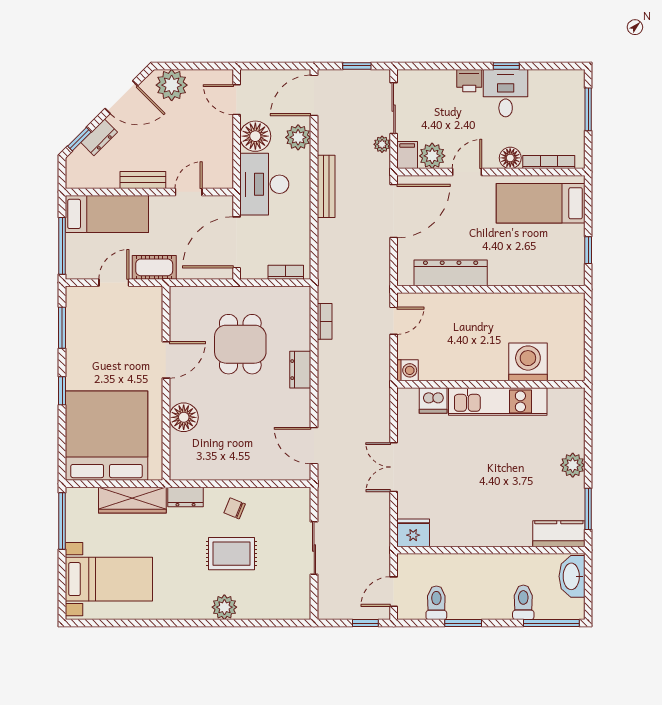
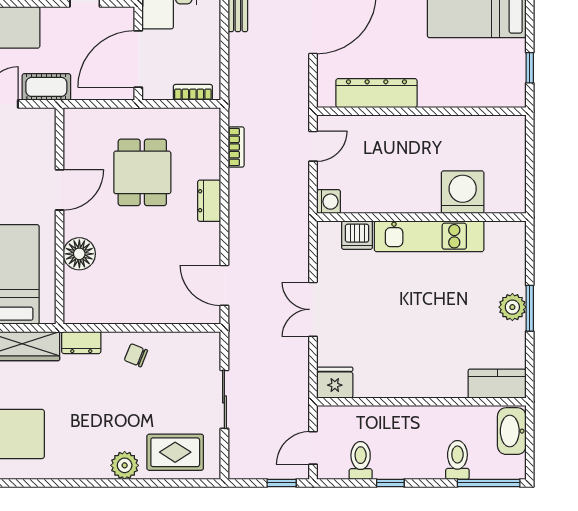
window: (588, 509) -> (530, 308), moved
rug: (232, 554) -> (175, 452), moved
window: (463, 623) -> (390, 483), width x0.67

